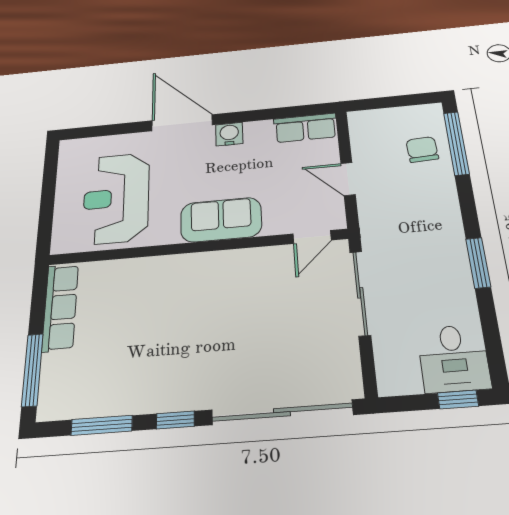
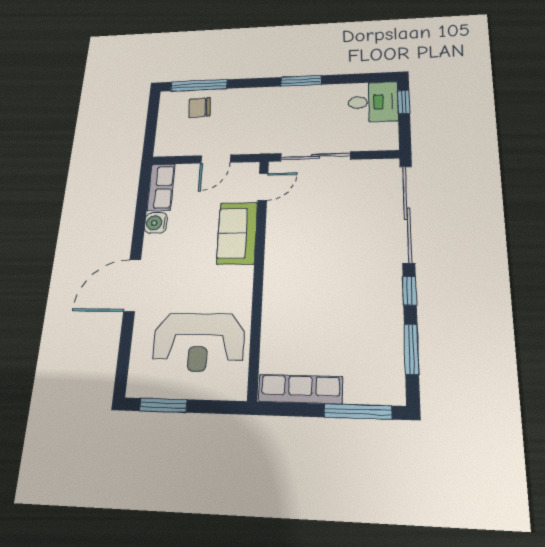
water cooler: (229, 134) -> (156, 223), moved
window: (50, 176) -> (163, 405), added
sofa: (221, 220) -> (237, 233), moved
door: (312, 237) -> (263, 187), hinge flipped

